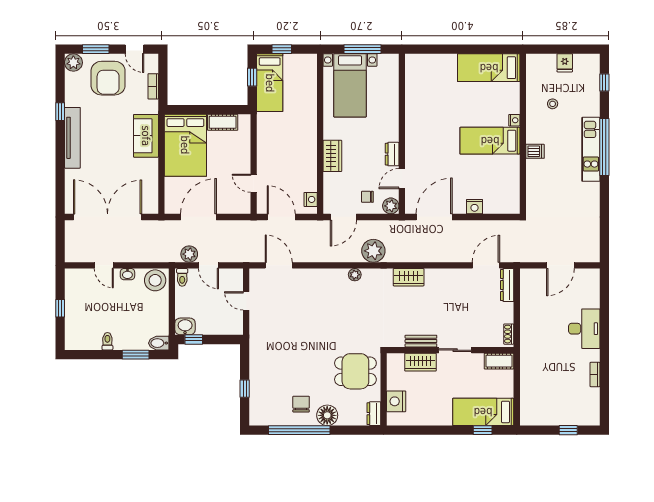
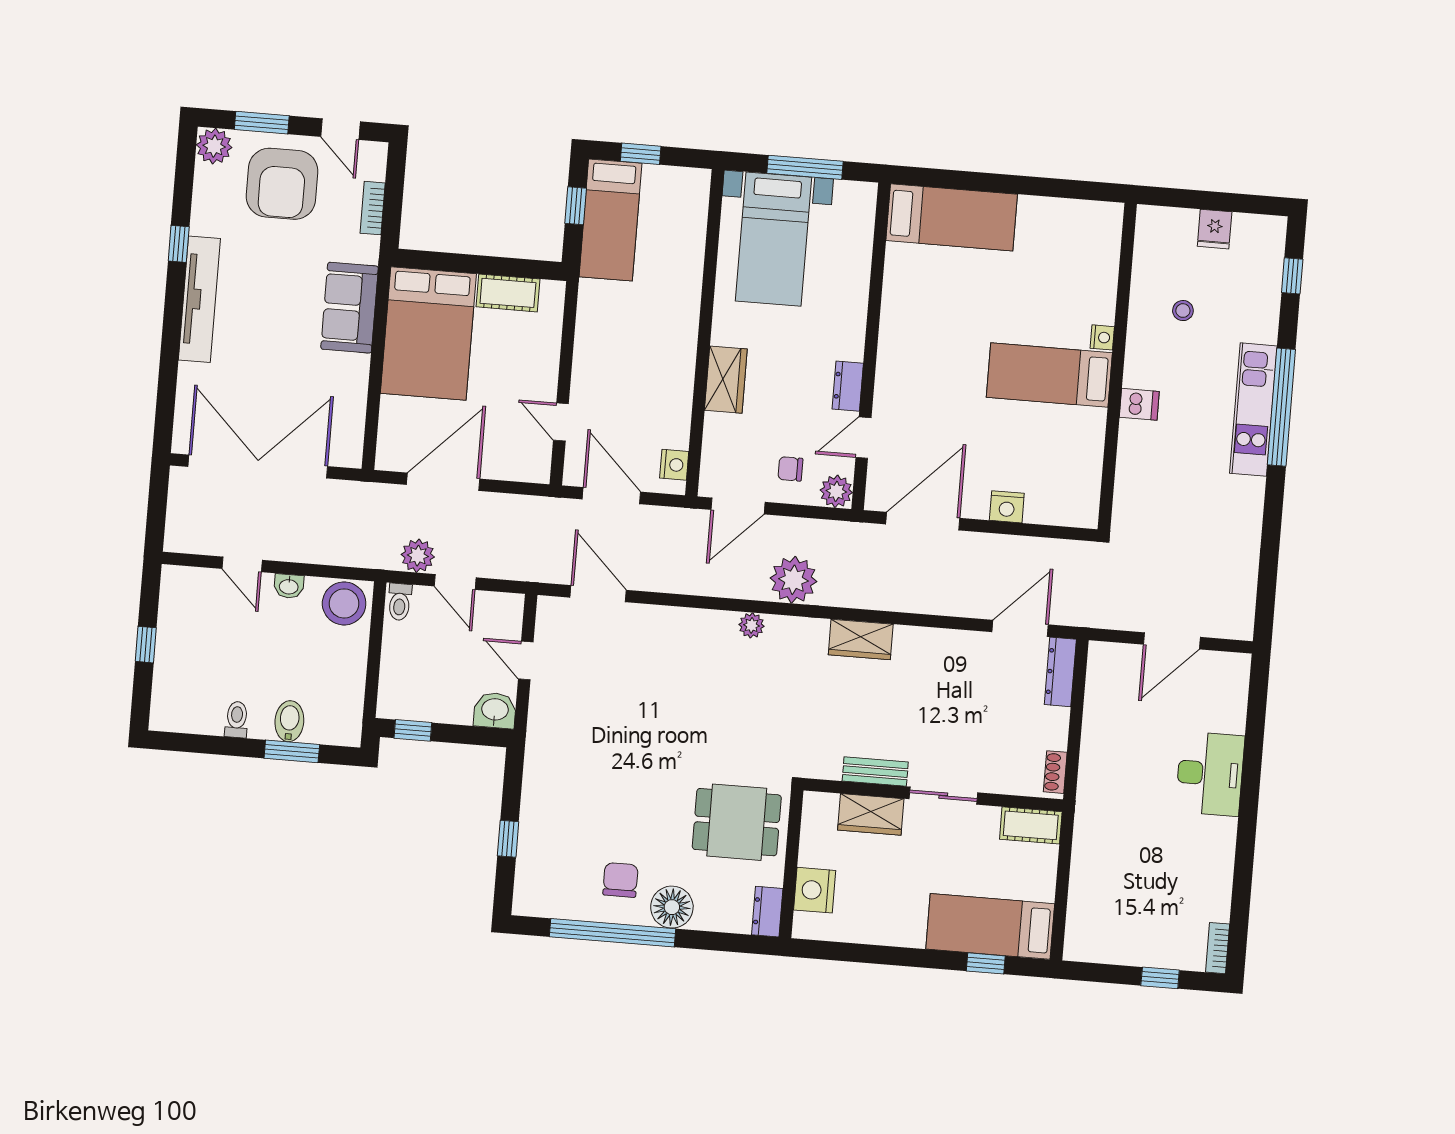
bed: (489, 68) -> (952, 217), moved, turned 180
washbasin: (185, 326) -> (495, 710), moved
bidet: (159, 343) -> (289, 721), moved, turned 90
bookcase: (595, 375) -> (1218, 948), moved

